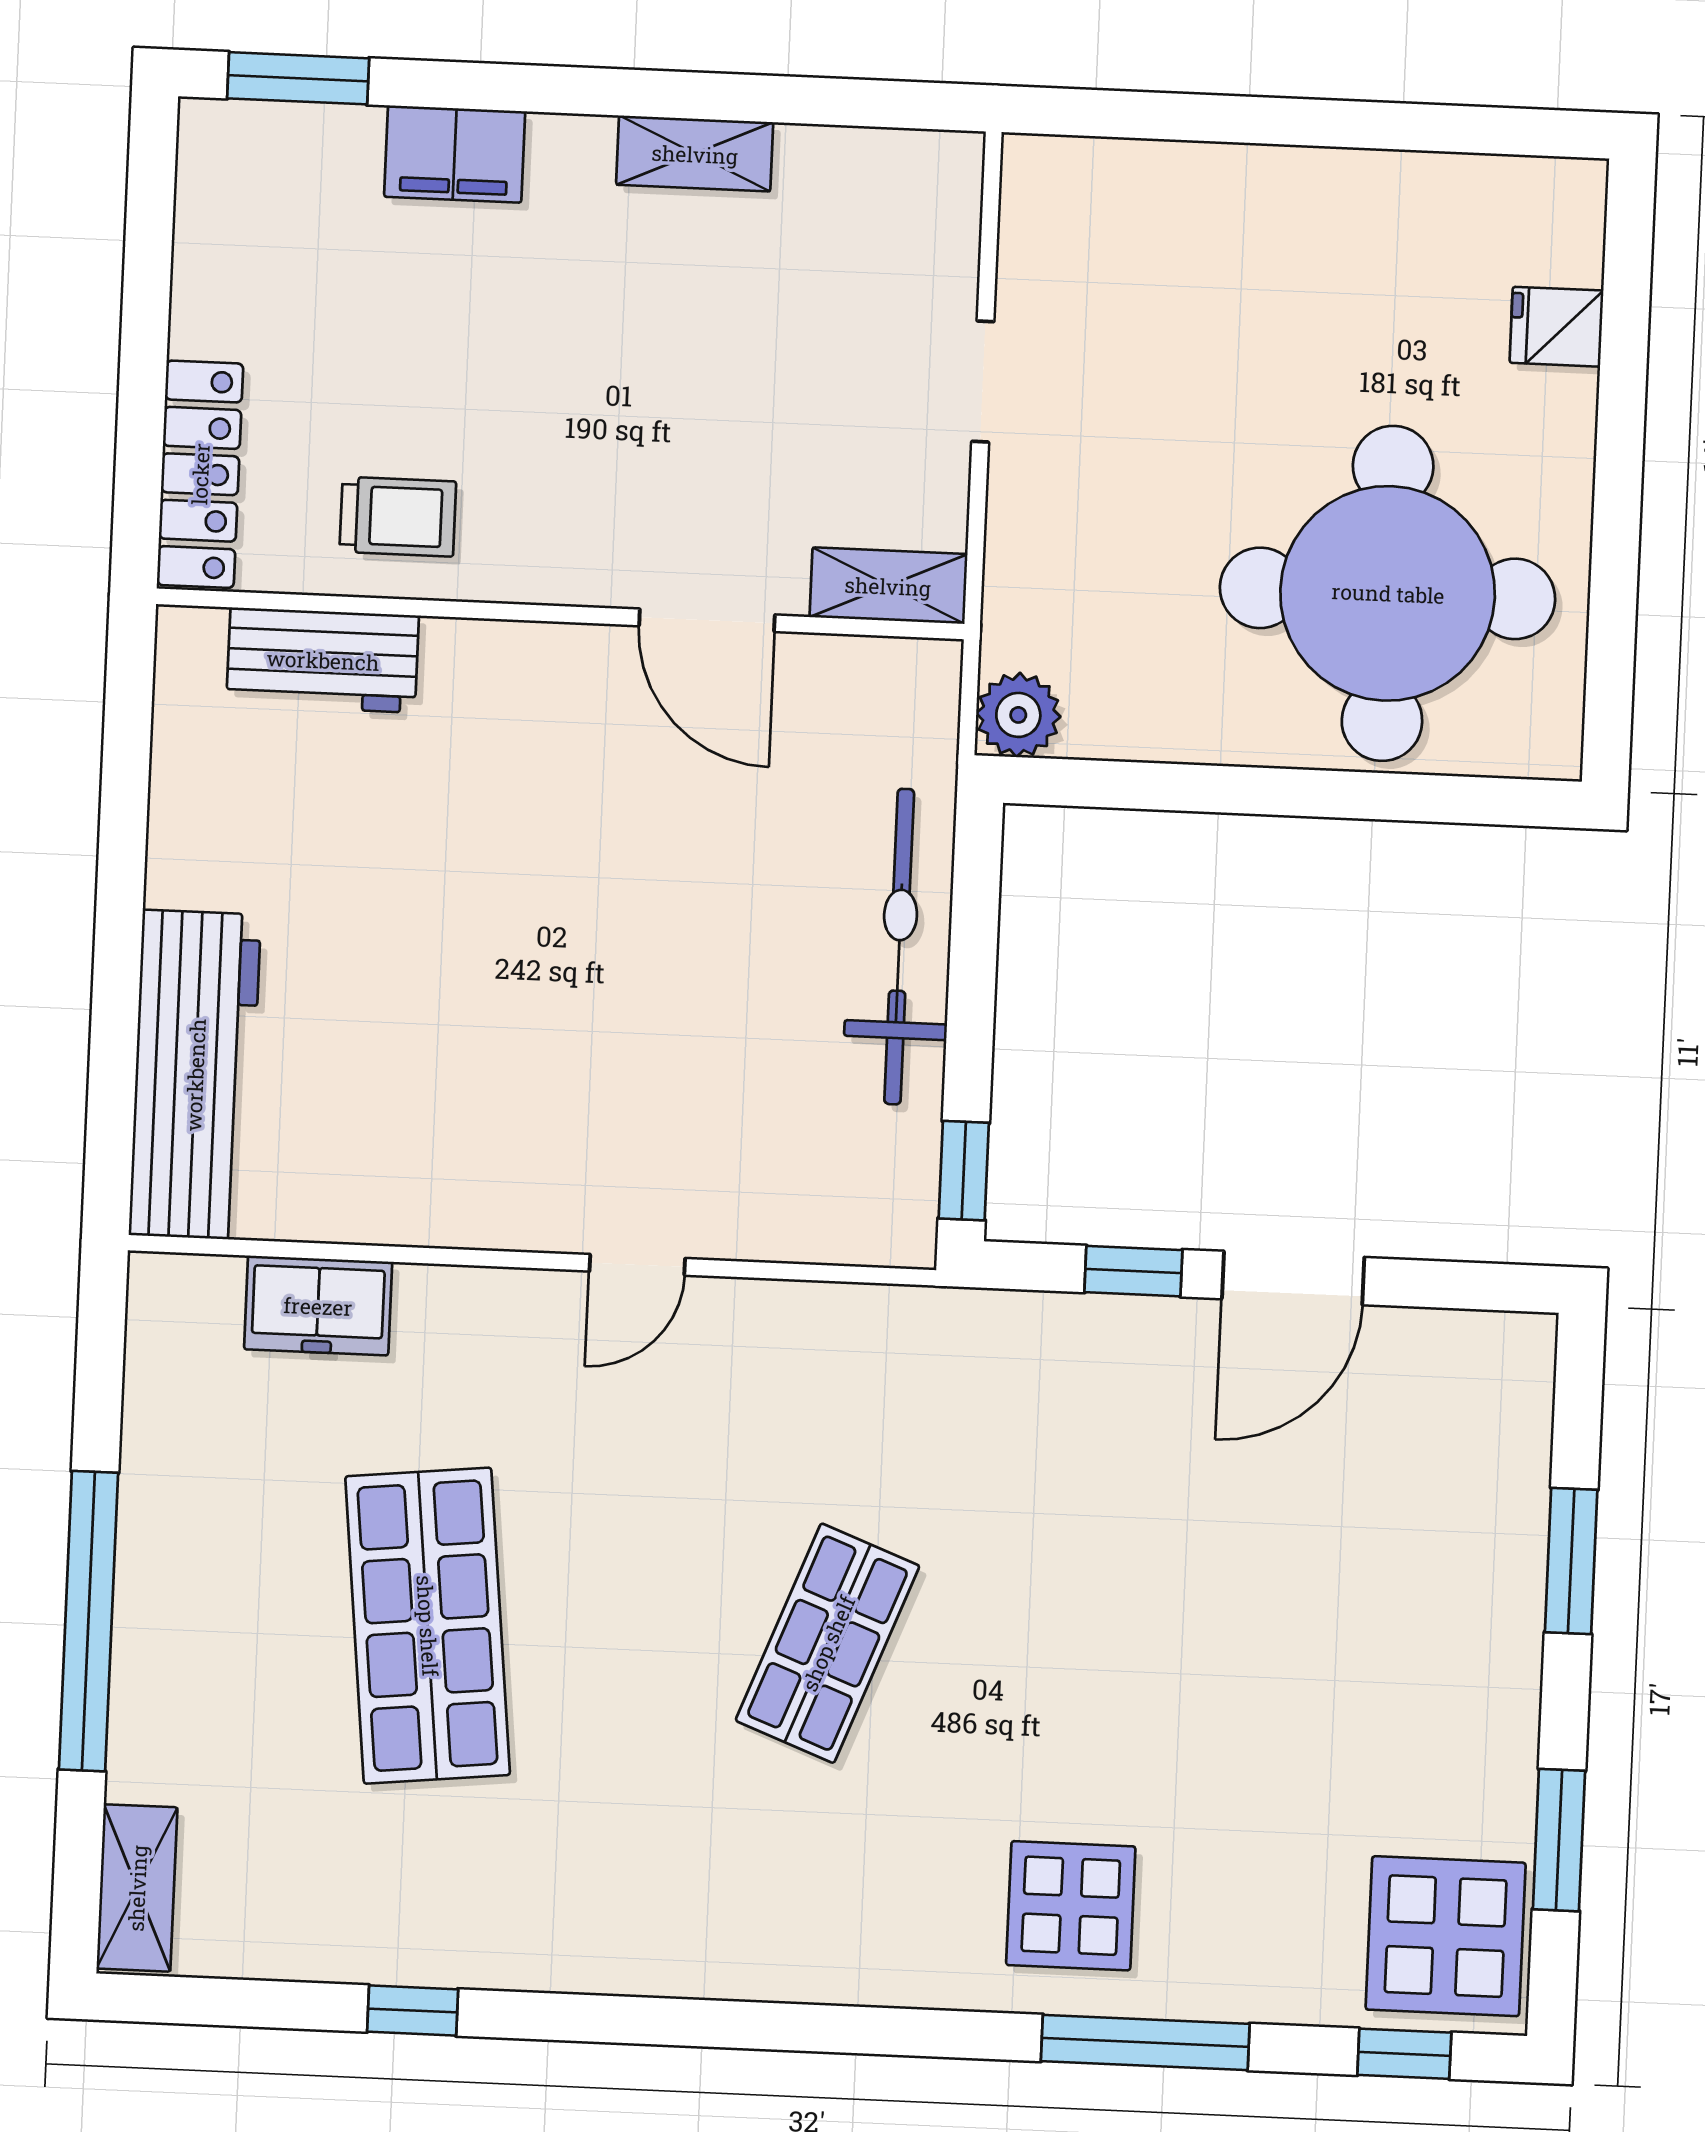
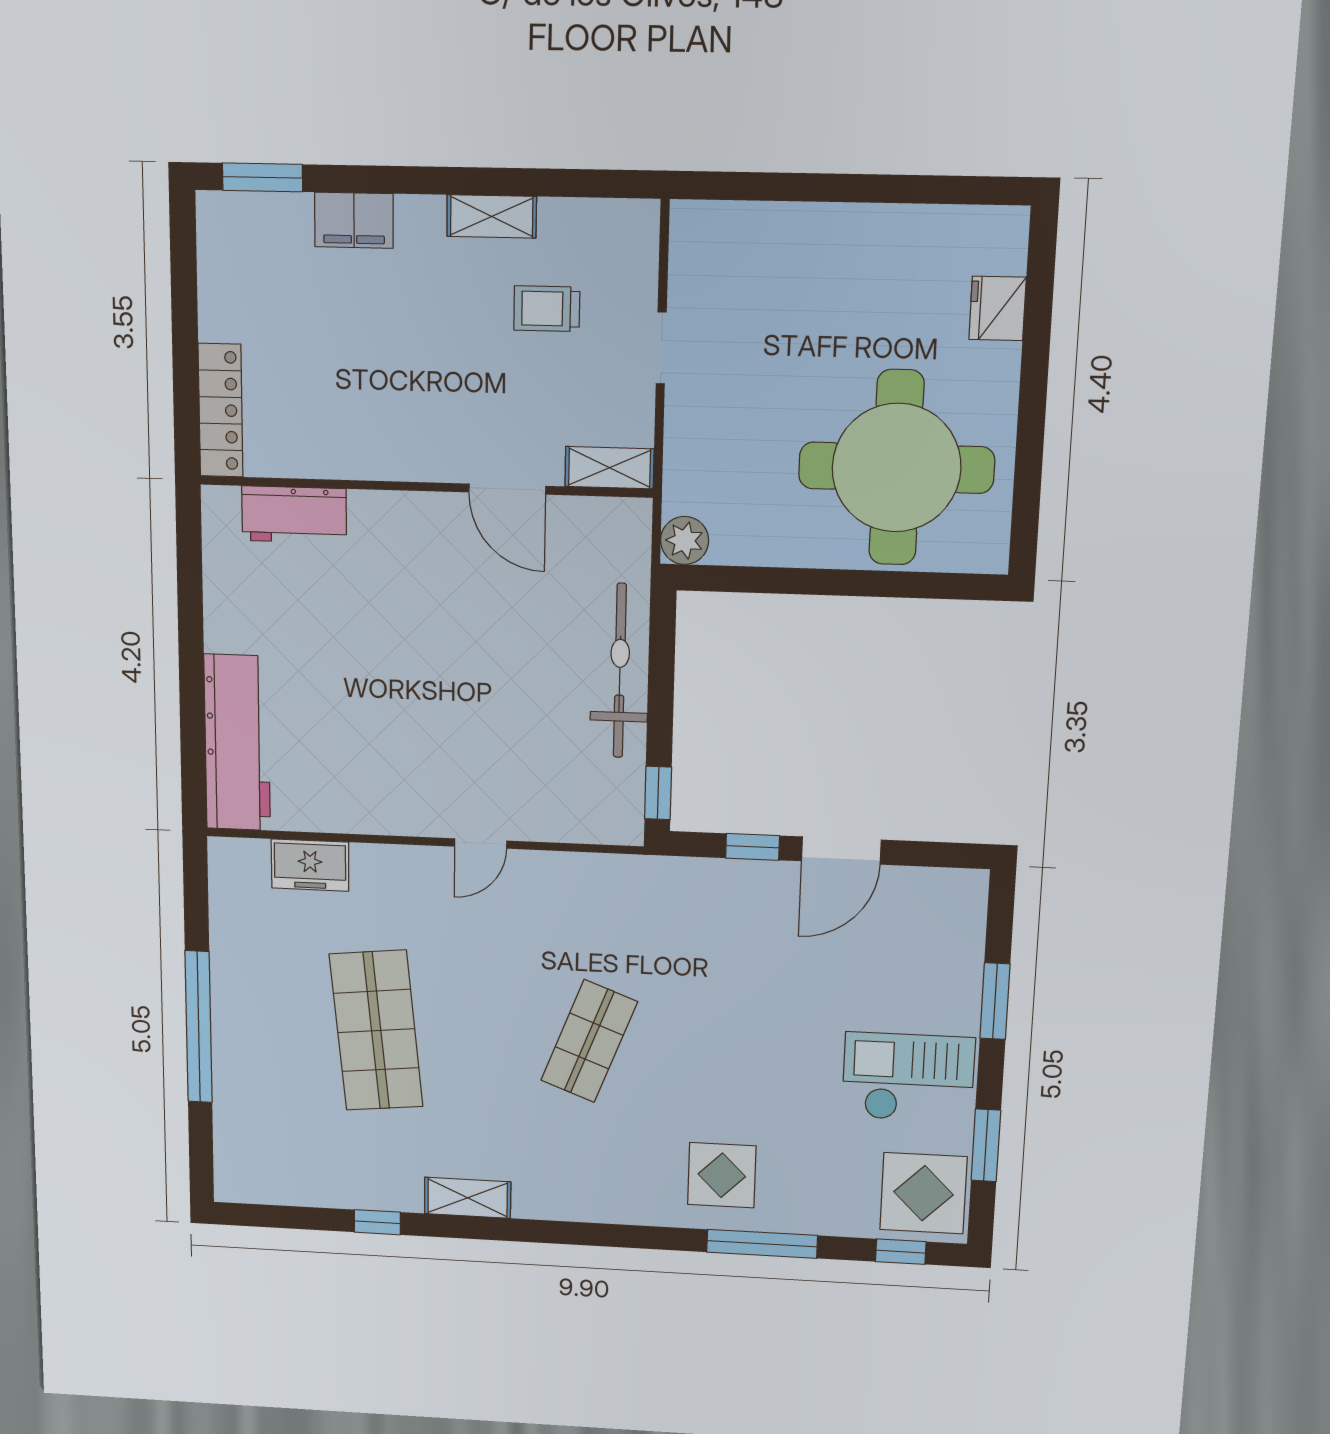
fridge: (1556, 327) -> (997, 308), width x1.38
trolley: (398, 517) -> (547, 309), moved, turned 180
checkout: (1416, 1709) -> (908, 1078), added
shelving: (137, 1888) -> (468, 1198), moved, turned 90

